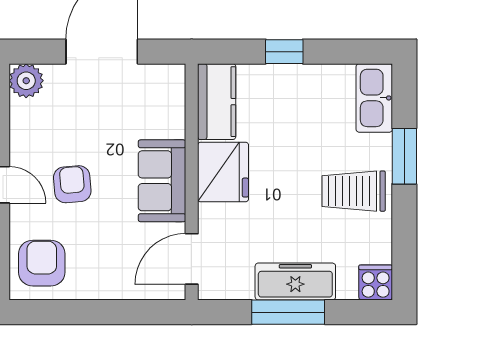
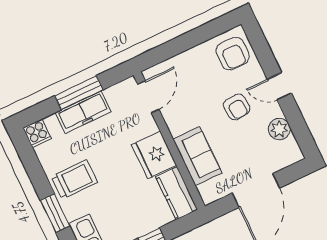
plant: (26, 81) -> (279, 129), moved
sofa: (162, 181) -> (197, 156), moved

